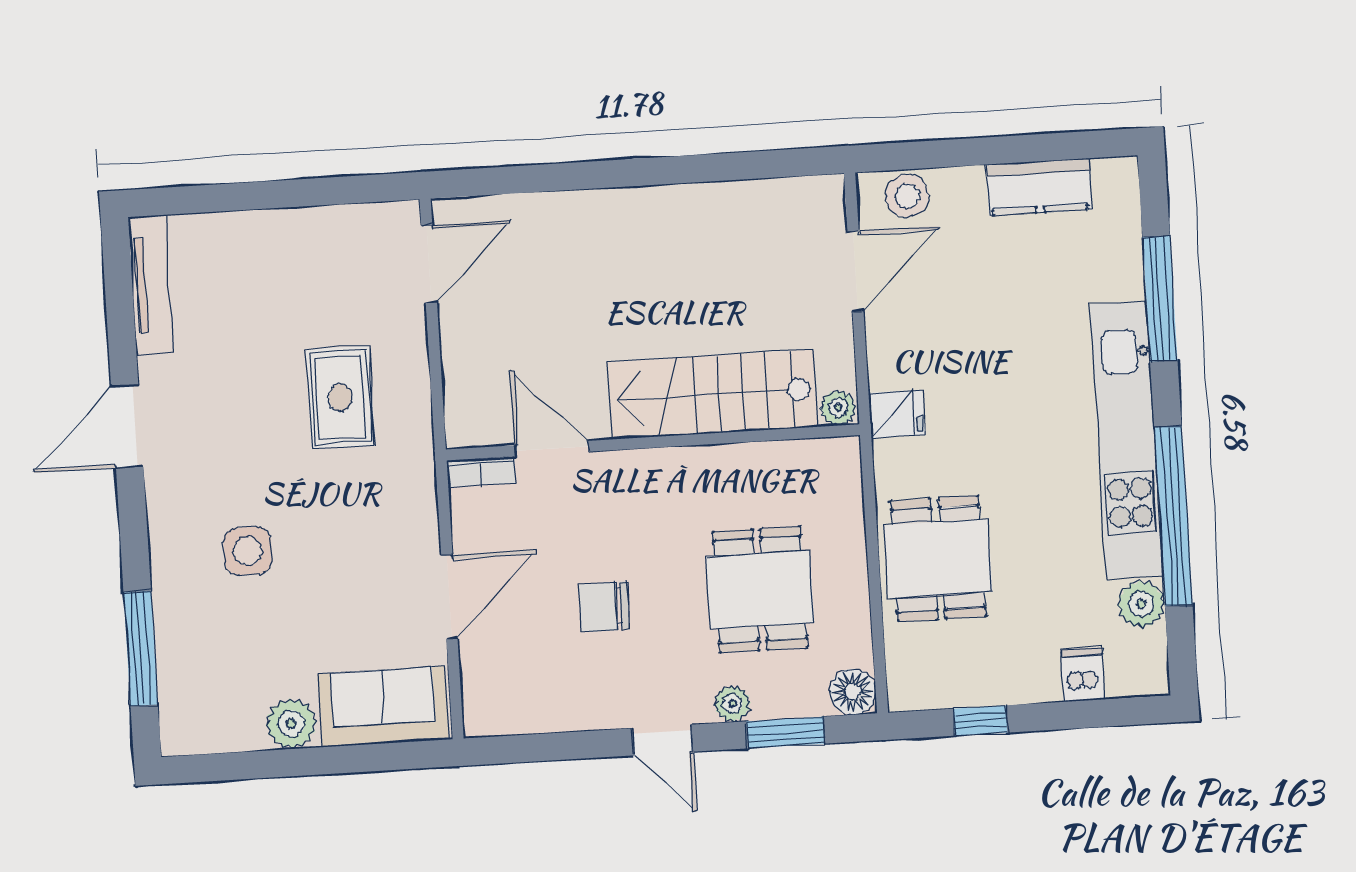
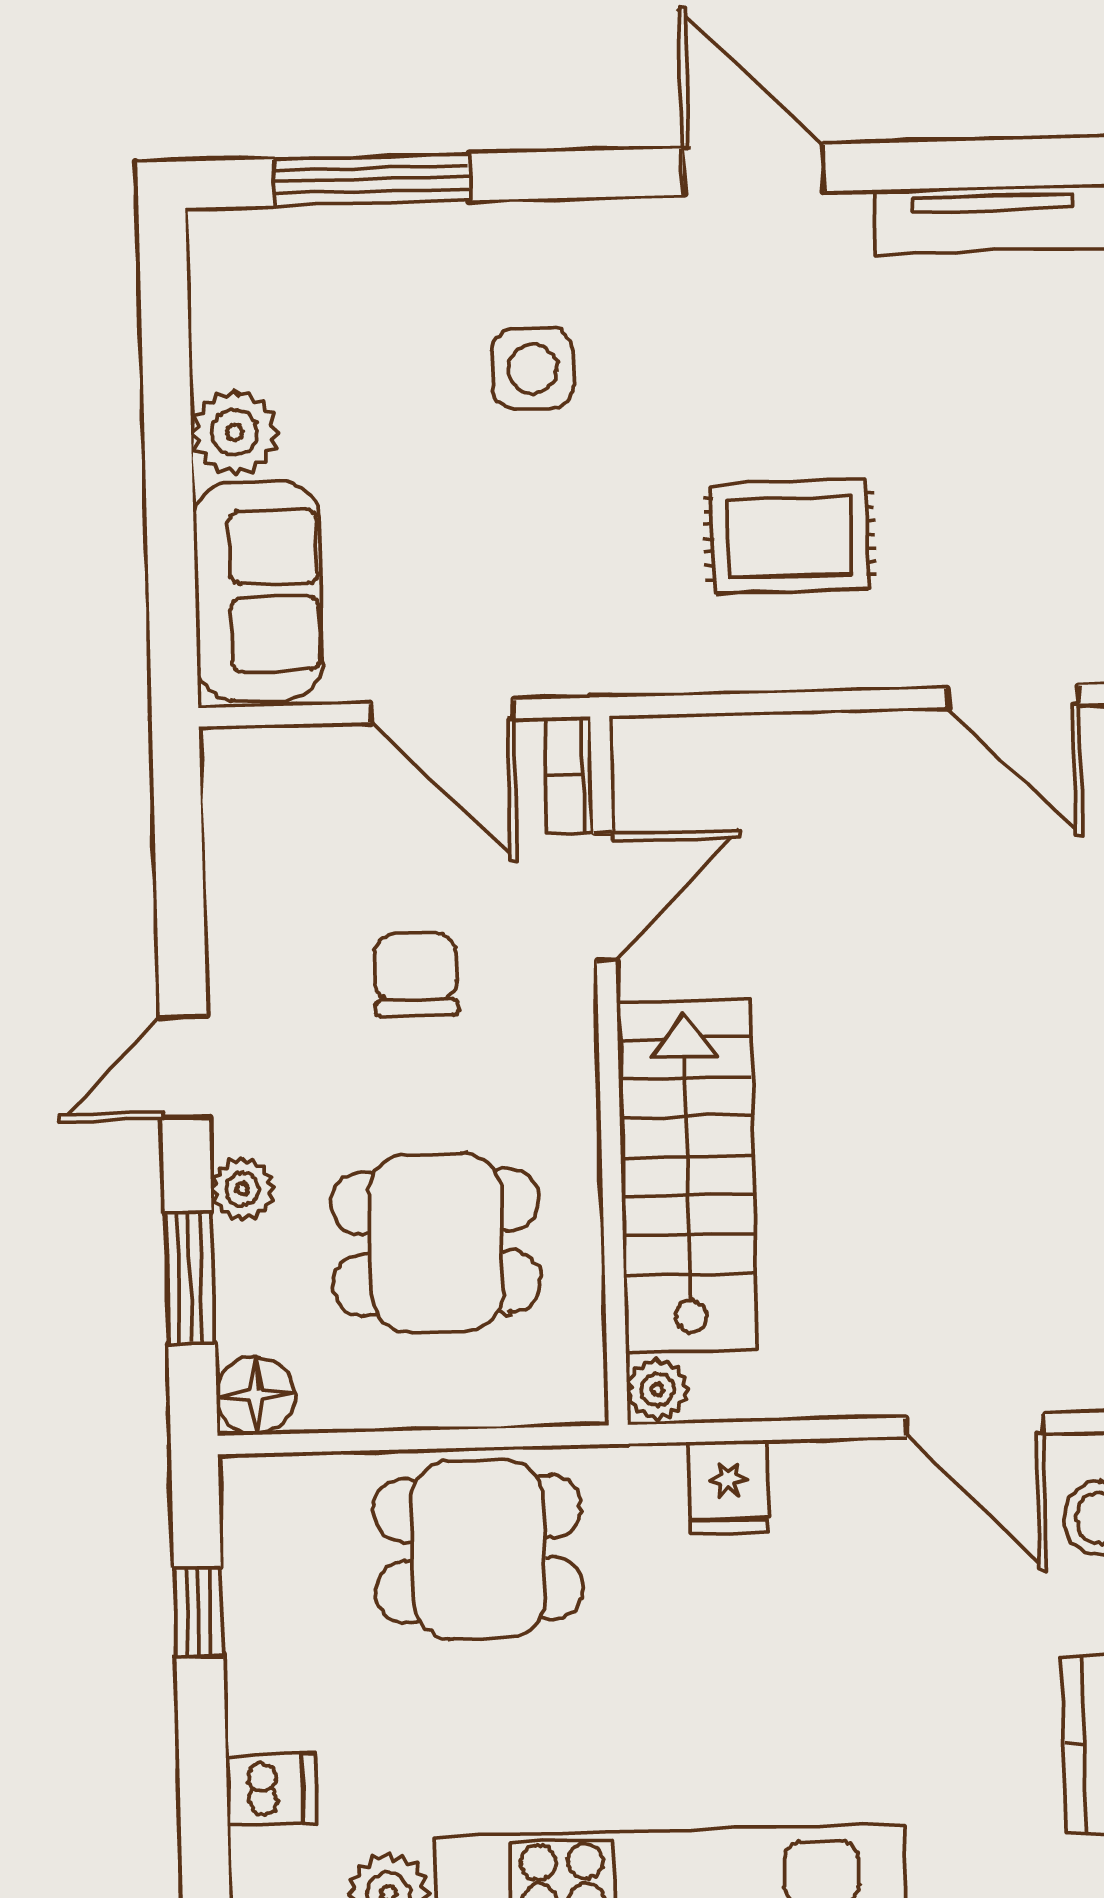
stairs: (713, 394) -> (687, 1176), moved
plant: (838, 408) -> (657, 1389), moved
wall: (653, 442) -> (609, 1071), moved
door: (552, 449) -> (604, 897), moved
bookcase: (481, 472) -> (569, 775), moved

